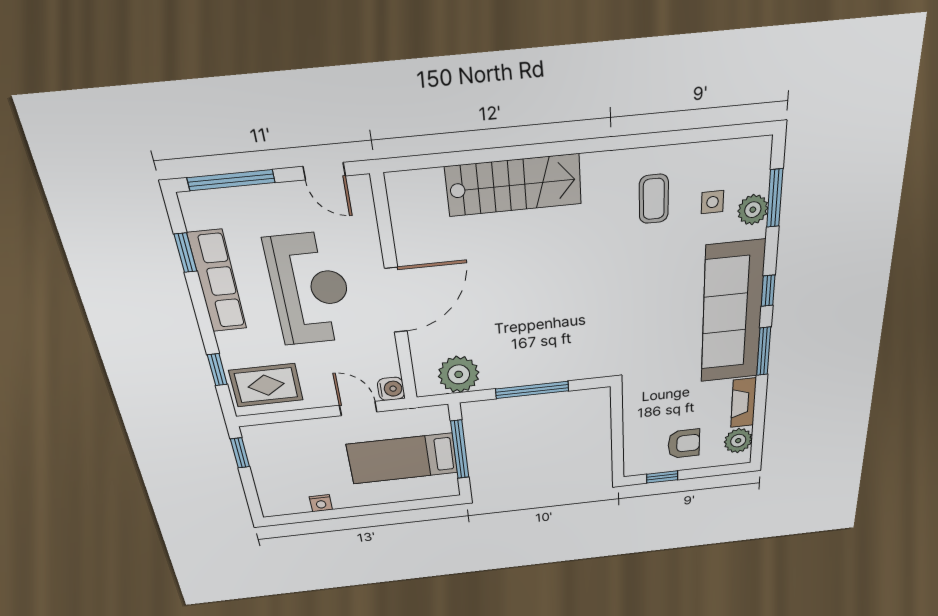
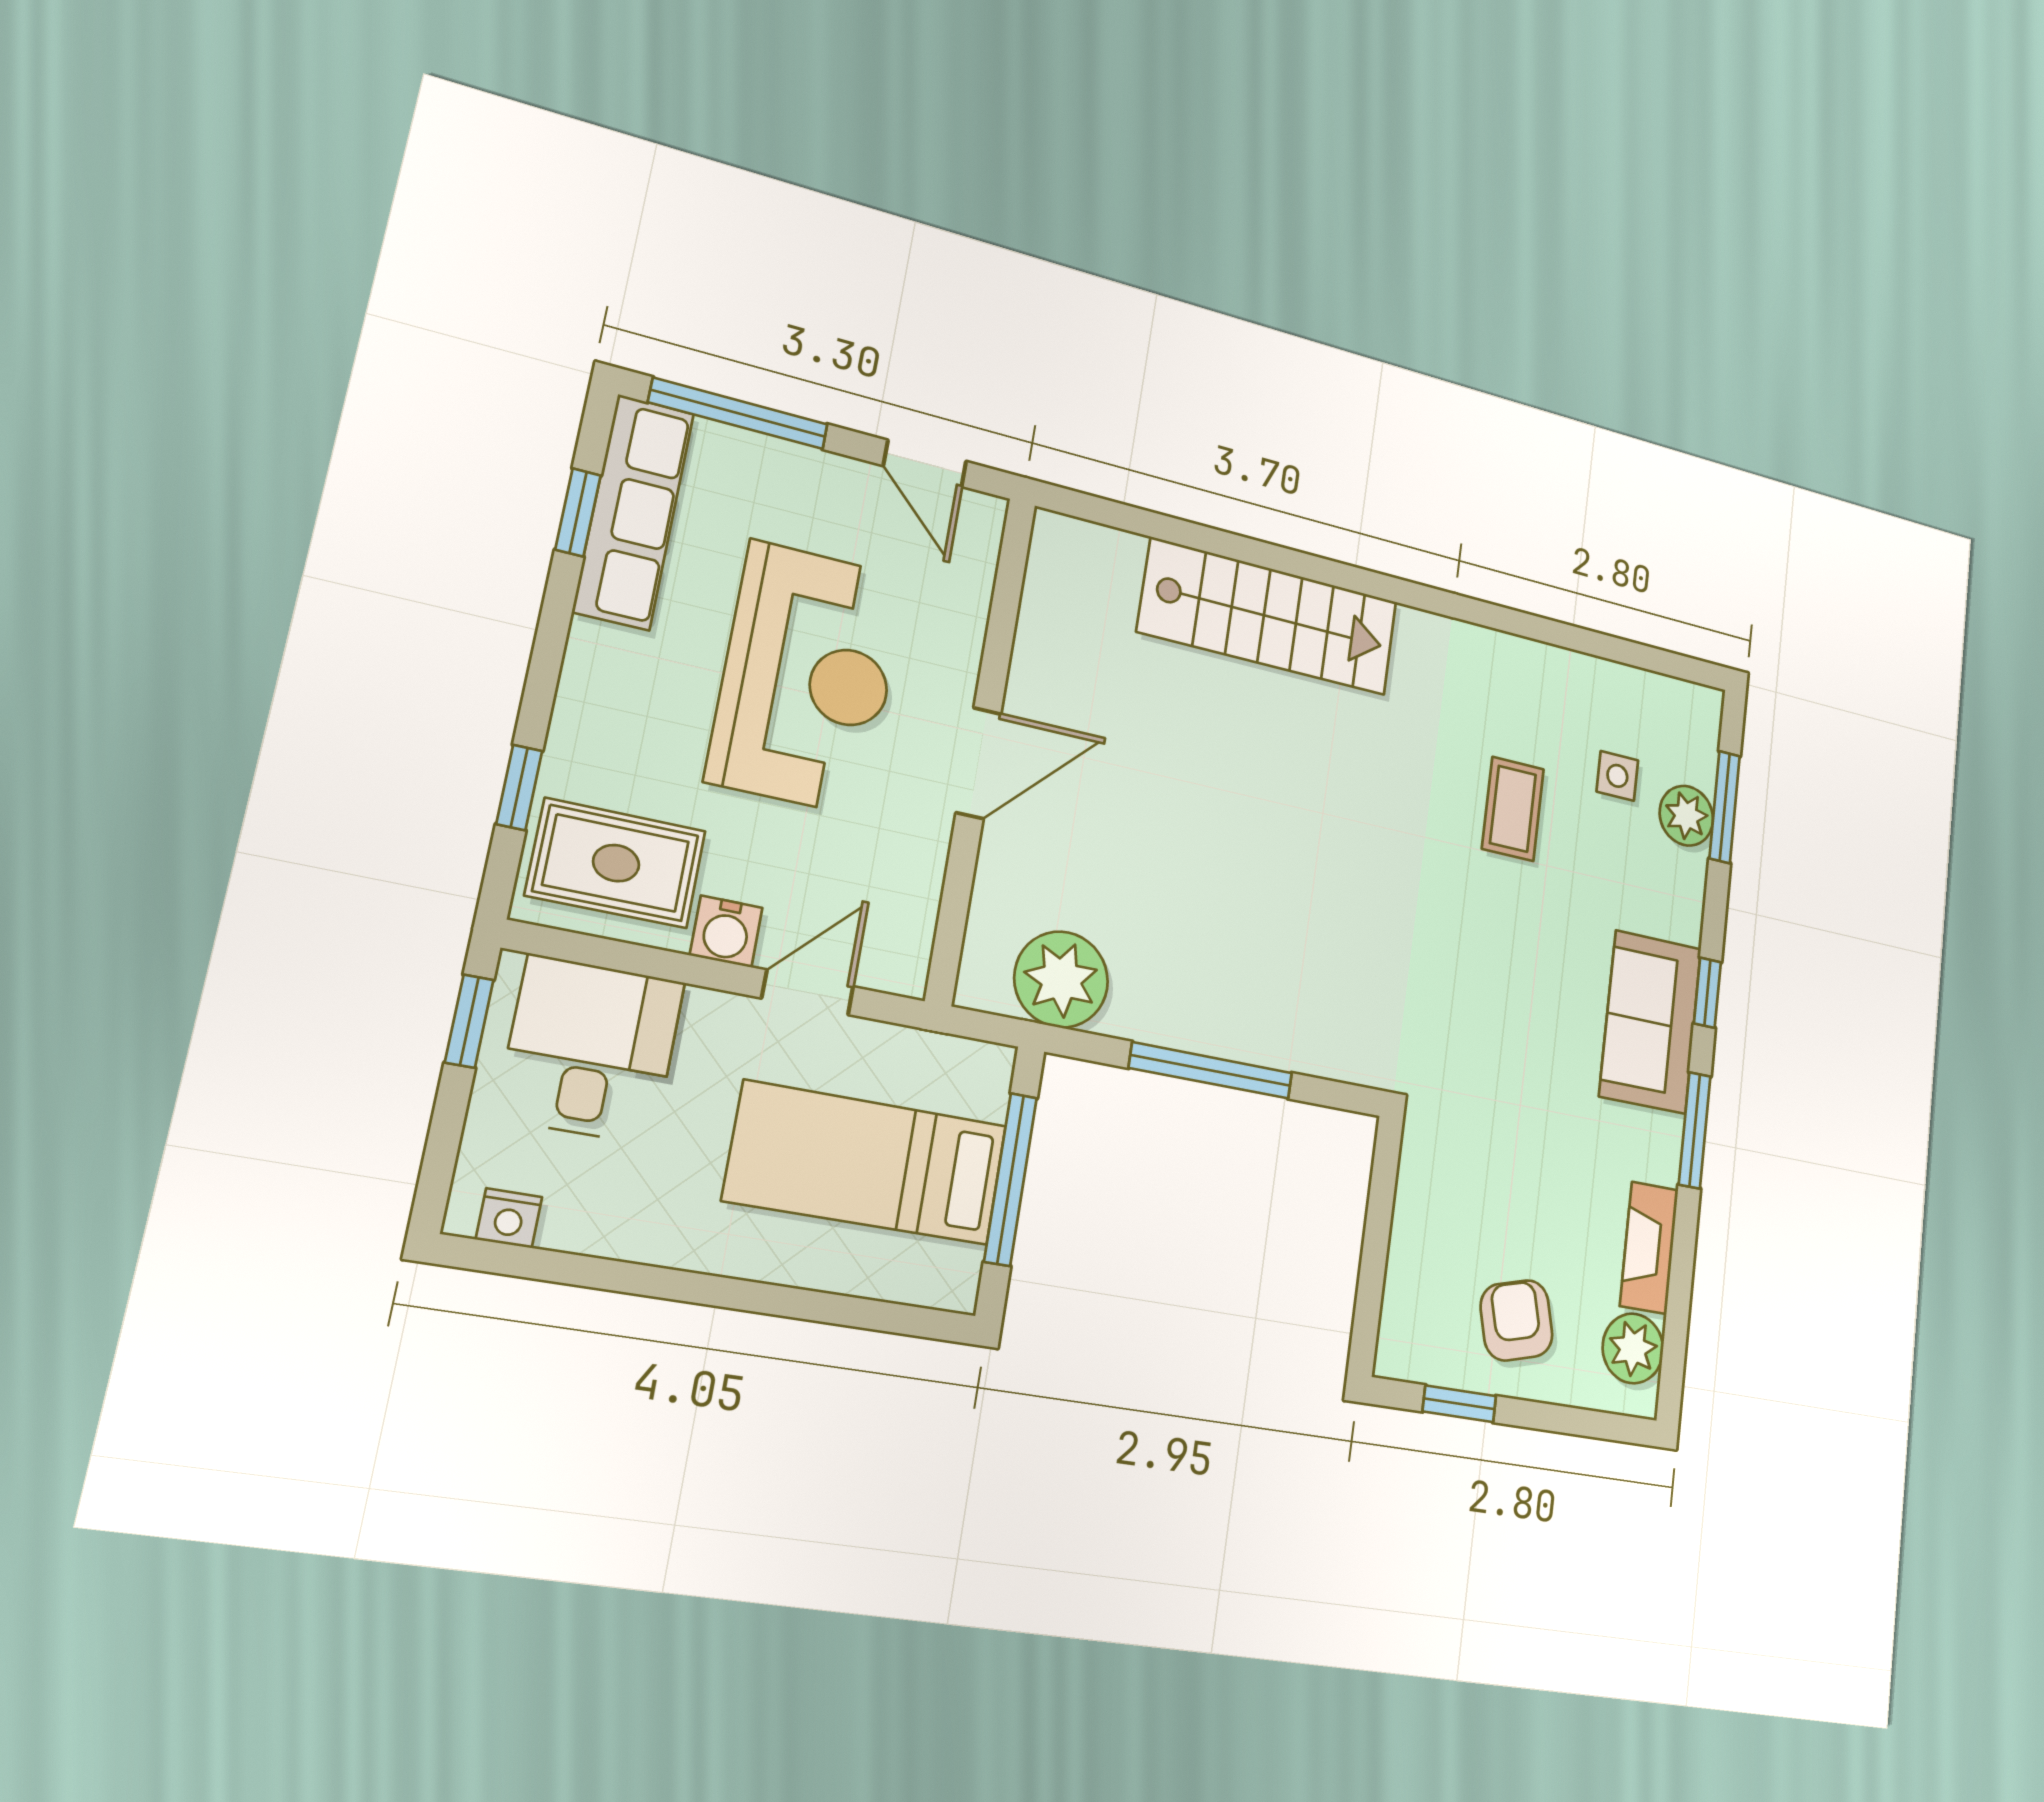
coffee table: (654, 199) -> (1513, 809), moved
row of seats: (217, 282) -> (634, 512), moved
door: (396, 300) -> (979, 763), width x0.73
sofa: (732, 313) -> (1651, 1022), width x0.54, depth x0.79
water cooler: (391, 389) -> (726, 931), moved, turned 90
door: (358, 409) -> (808, 992), hinge flipped
armchair: (684, 444) -> (1517, 1320), turned -105
desk: (287, 450) -> (591, 1049), added
nightstand: (321, 503) -> (509, 1218), moved

